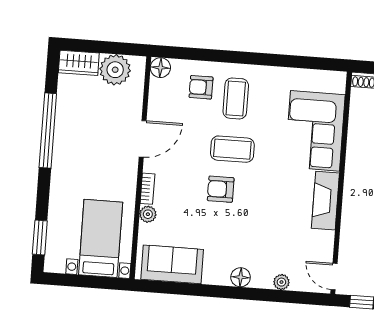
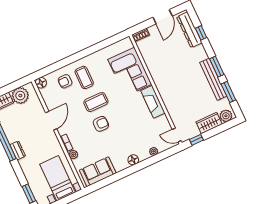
dresser: (61, 157) -> (18, 150), added
armchair: (221, 189) -> (101, 124), turned 180

